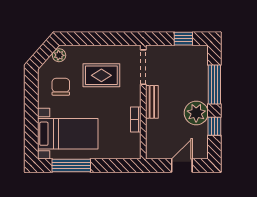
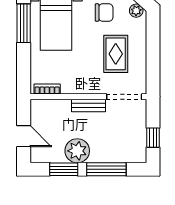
bookcase: (136, 119) -> (47, 89), moved
window: (214, 126) -> (64, 169), width x1.50

